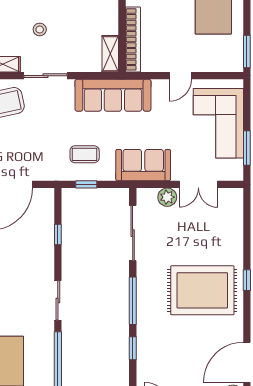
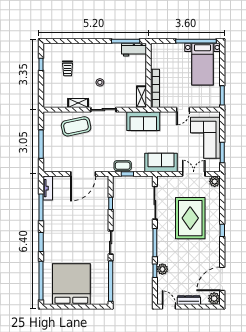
sofa: (113, 95) -> (143, 121), width x0.73
coffee table: (85, 154) -> (123, 166), moved
double door: (198, 184) -> (194, 174), swing flipped
plant: (167, 197) -> (215, 181), moved
rug: (202, 290) -> (190, 218), moved, turned 90
plant: (146, 346) -> (162, 269), added

